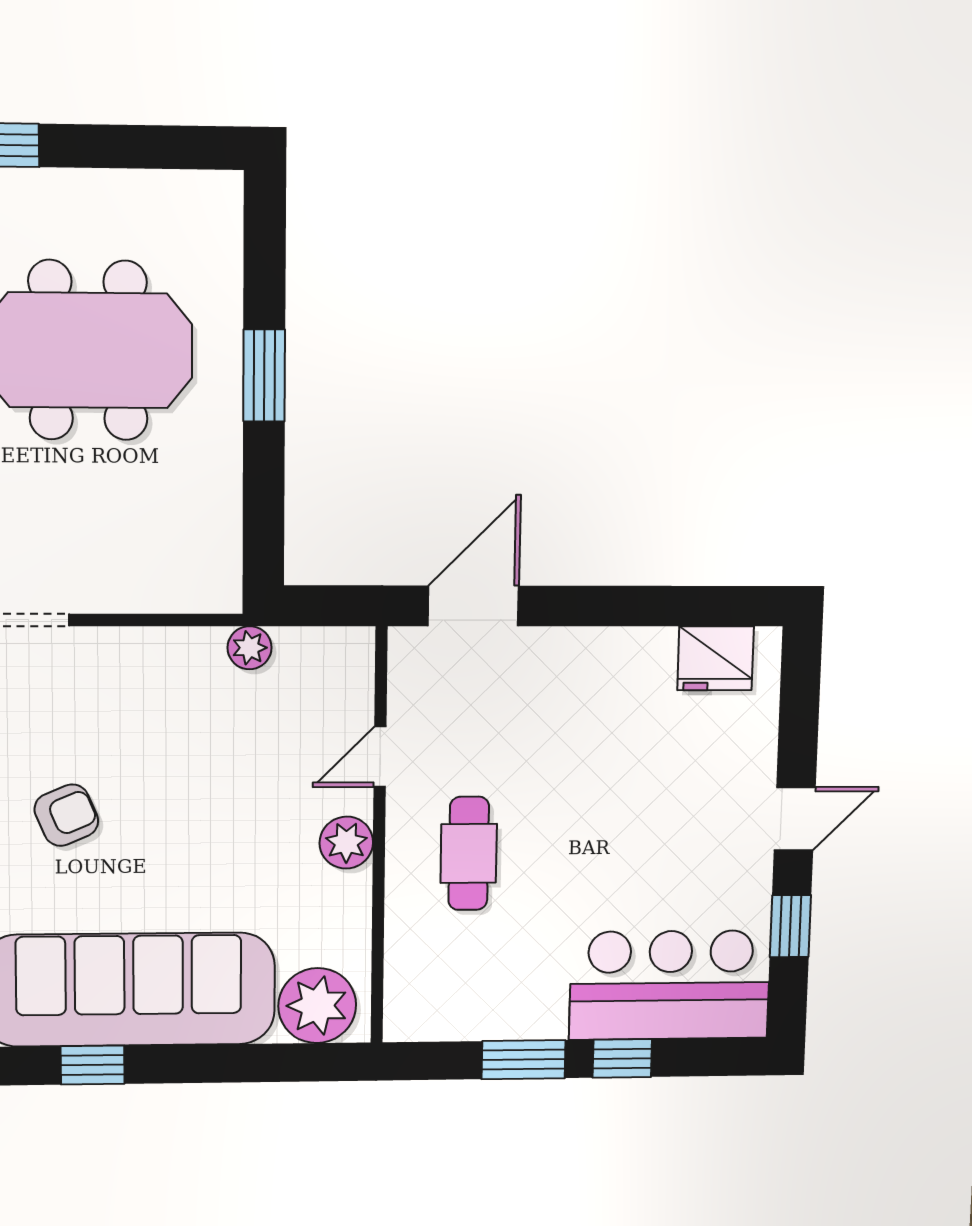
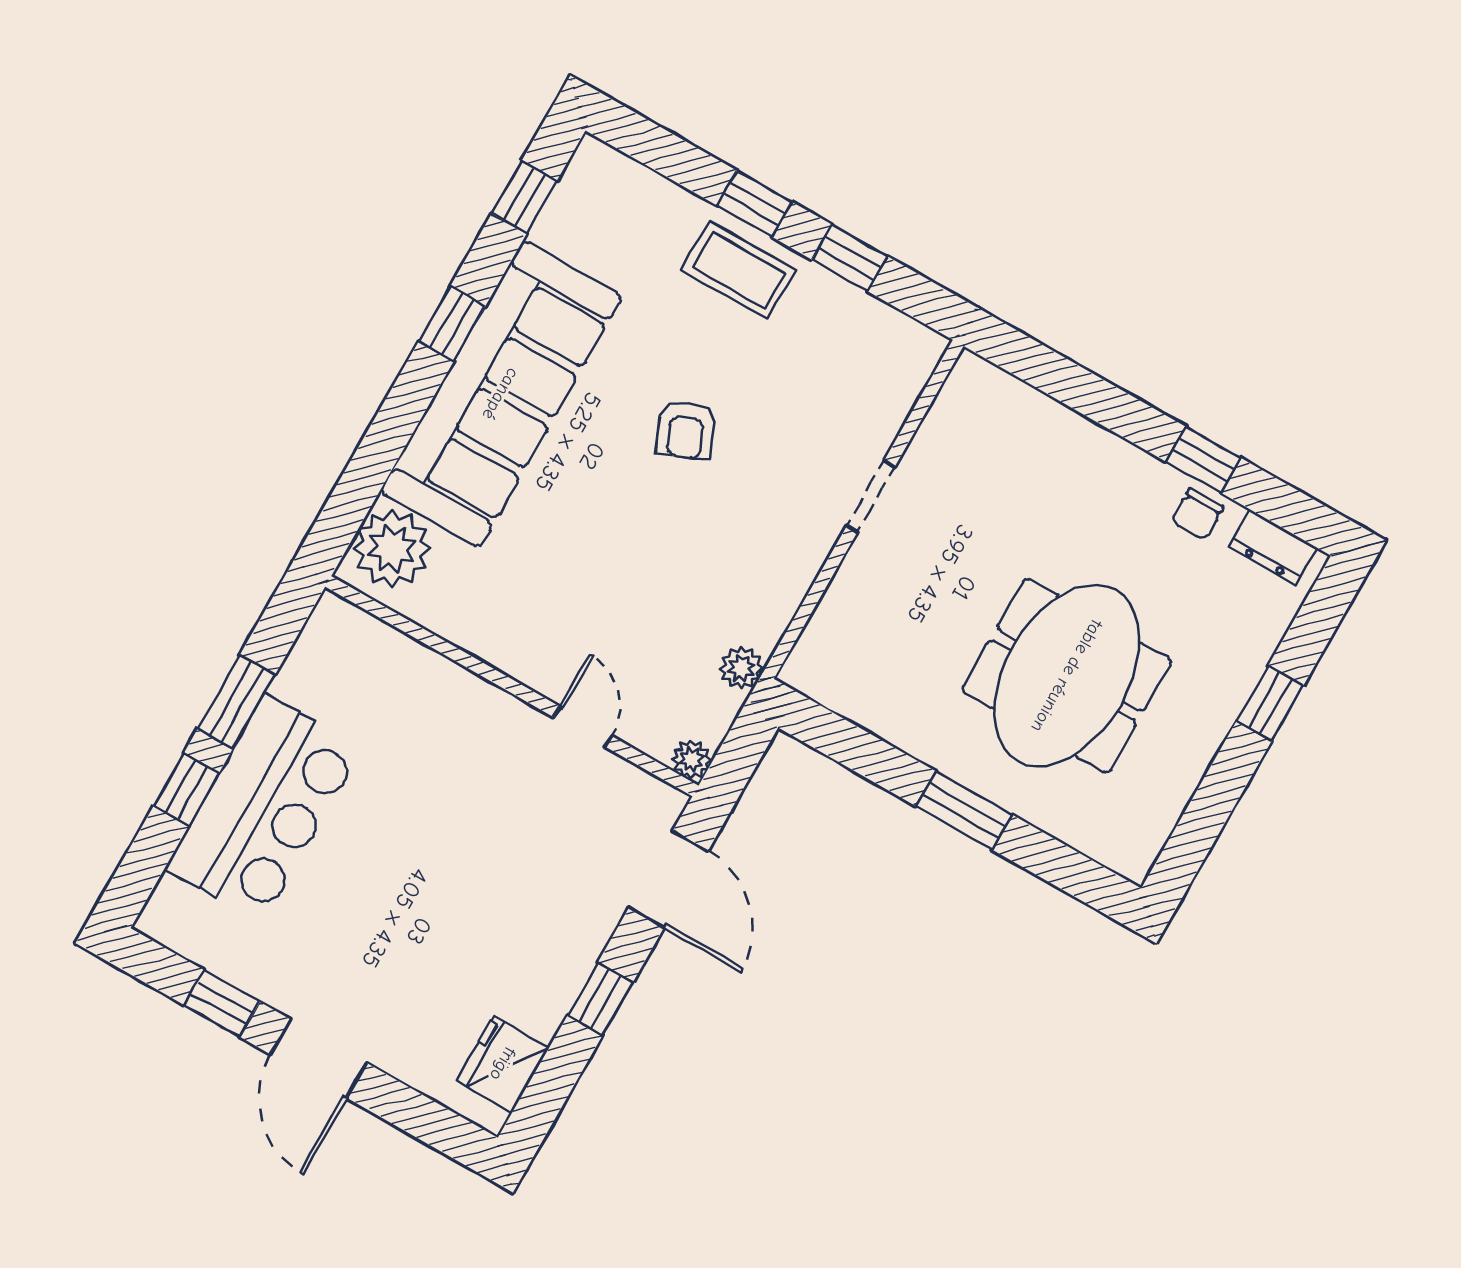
window: (612, 606) -> (600, 999), added
door: (795, 819) -> (319, 1059), width x1.38
plant: (346, 843) -> (692, 760), moved, width x0.73, depth x0.73
cafe table: (469, 853) -> (452, 756), removed
bar counter: (670, 985) -> (264, 808), moved

